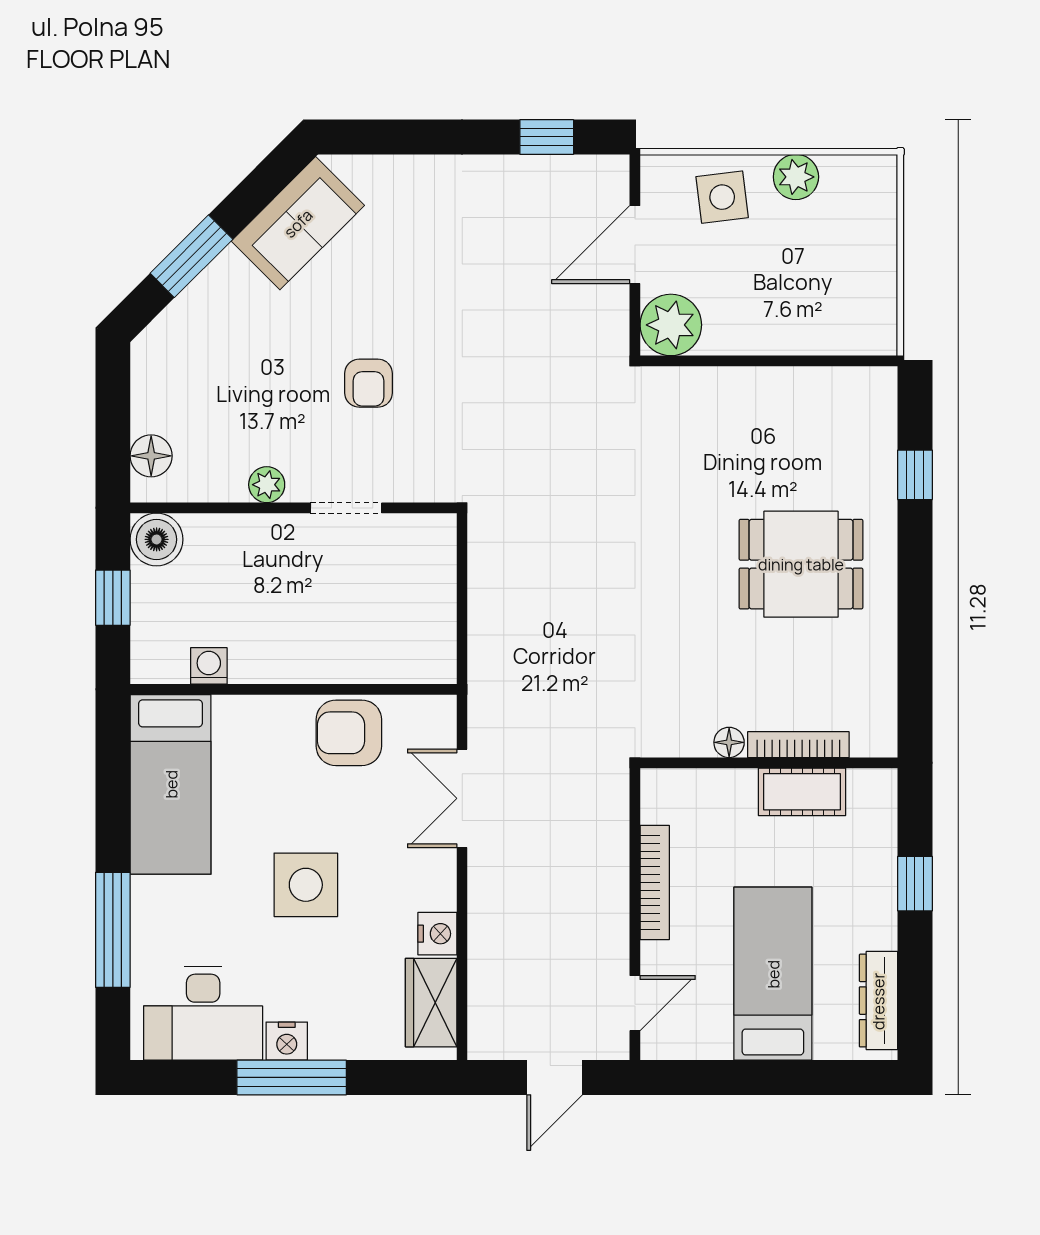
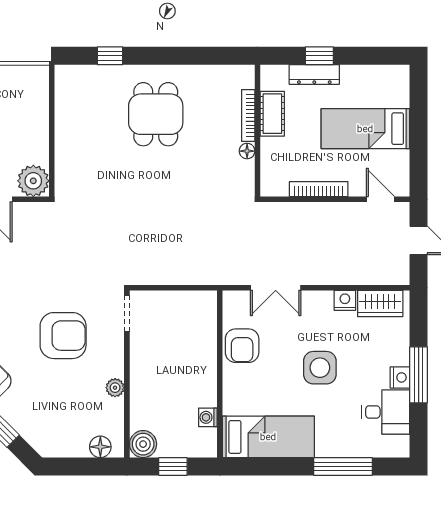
armchair: (369, 383) -> (63, 336), width x1.88, depth x1.88
doorway: (346, 508) -> (127, 314), moved
dresser: (878, 1001) -> (314, 75), moved
desk: (203, 1013) -> (386, 412), width x0.73

